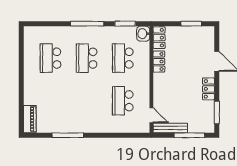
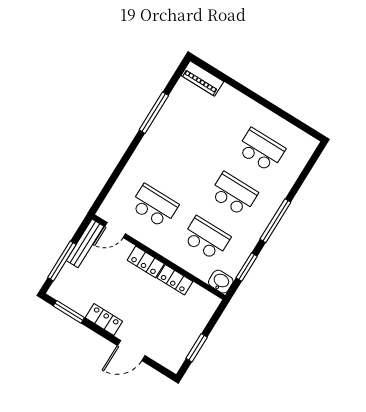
locker: (159, 38) -> (146, 262), moved

